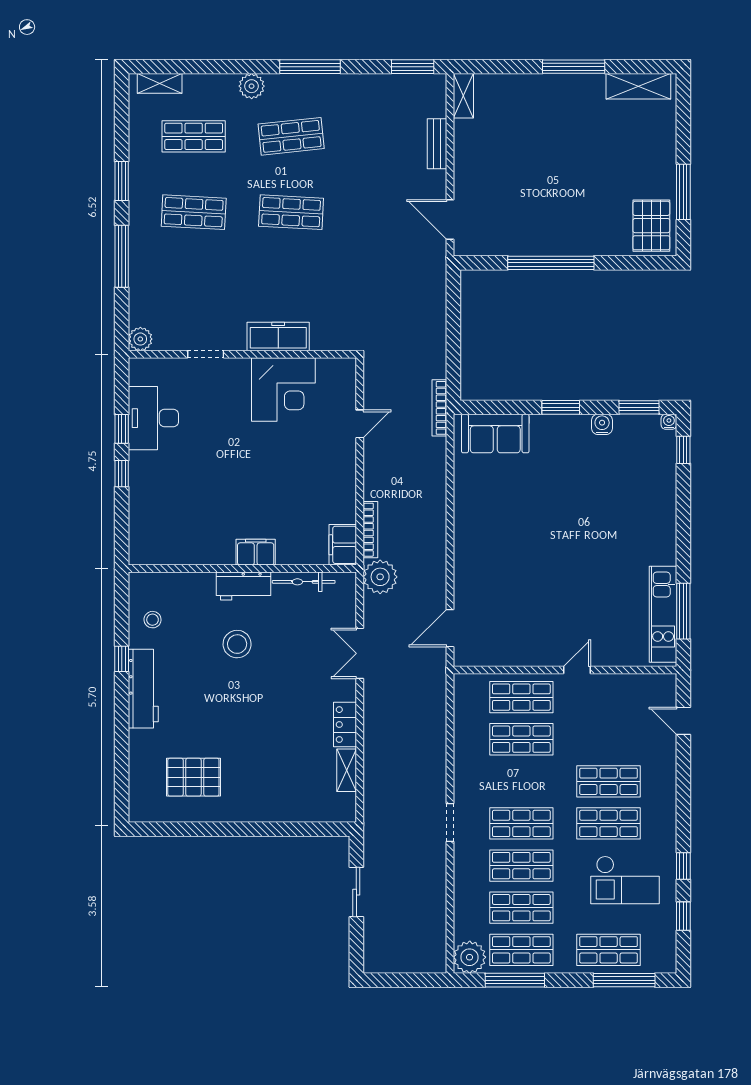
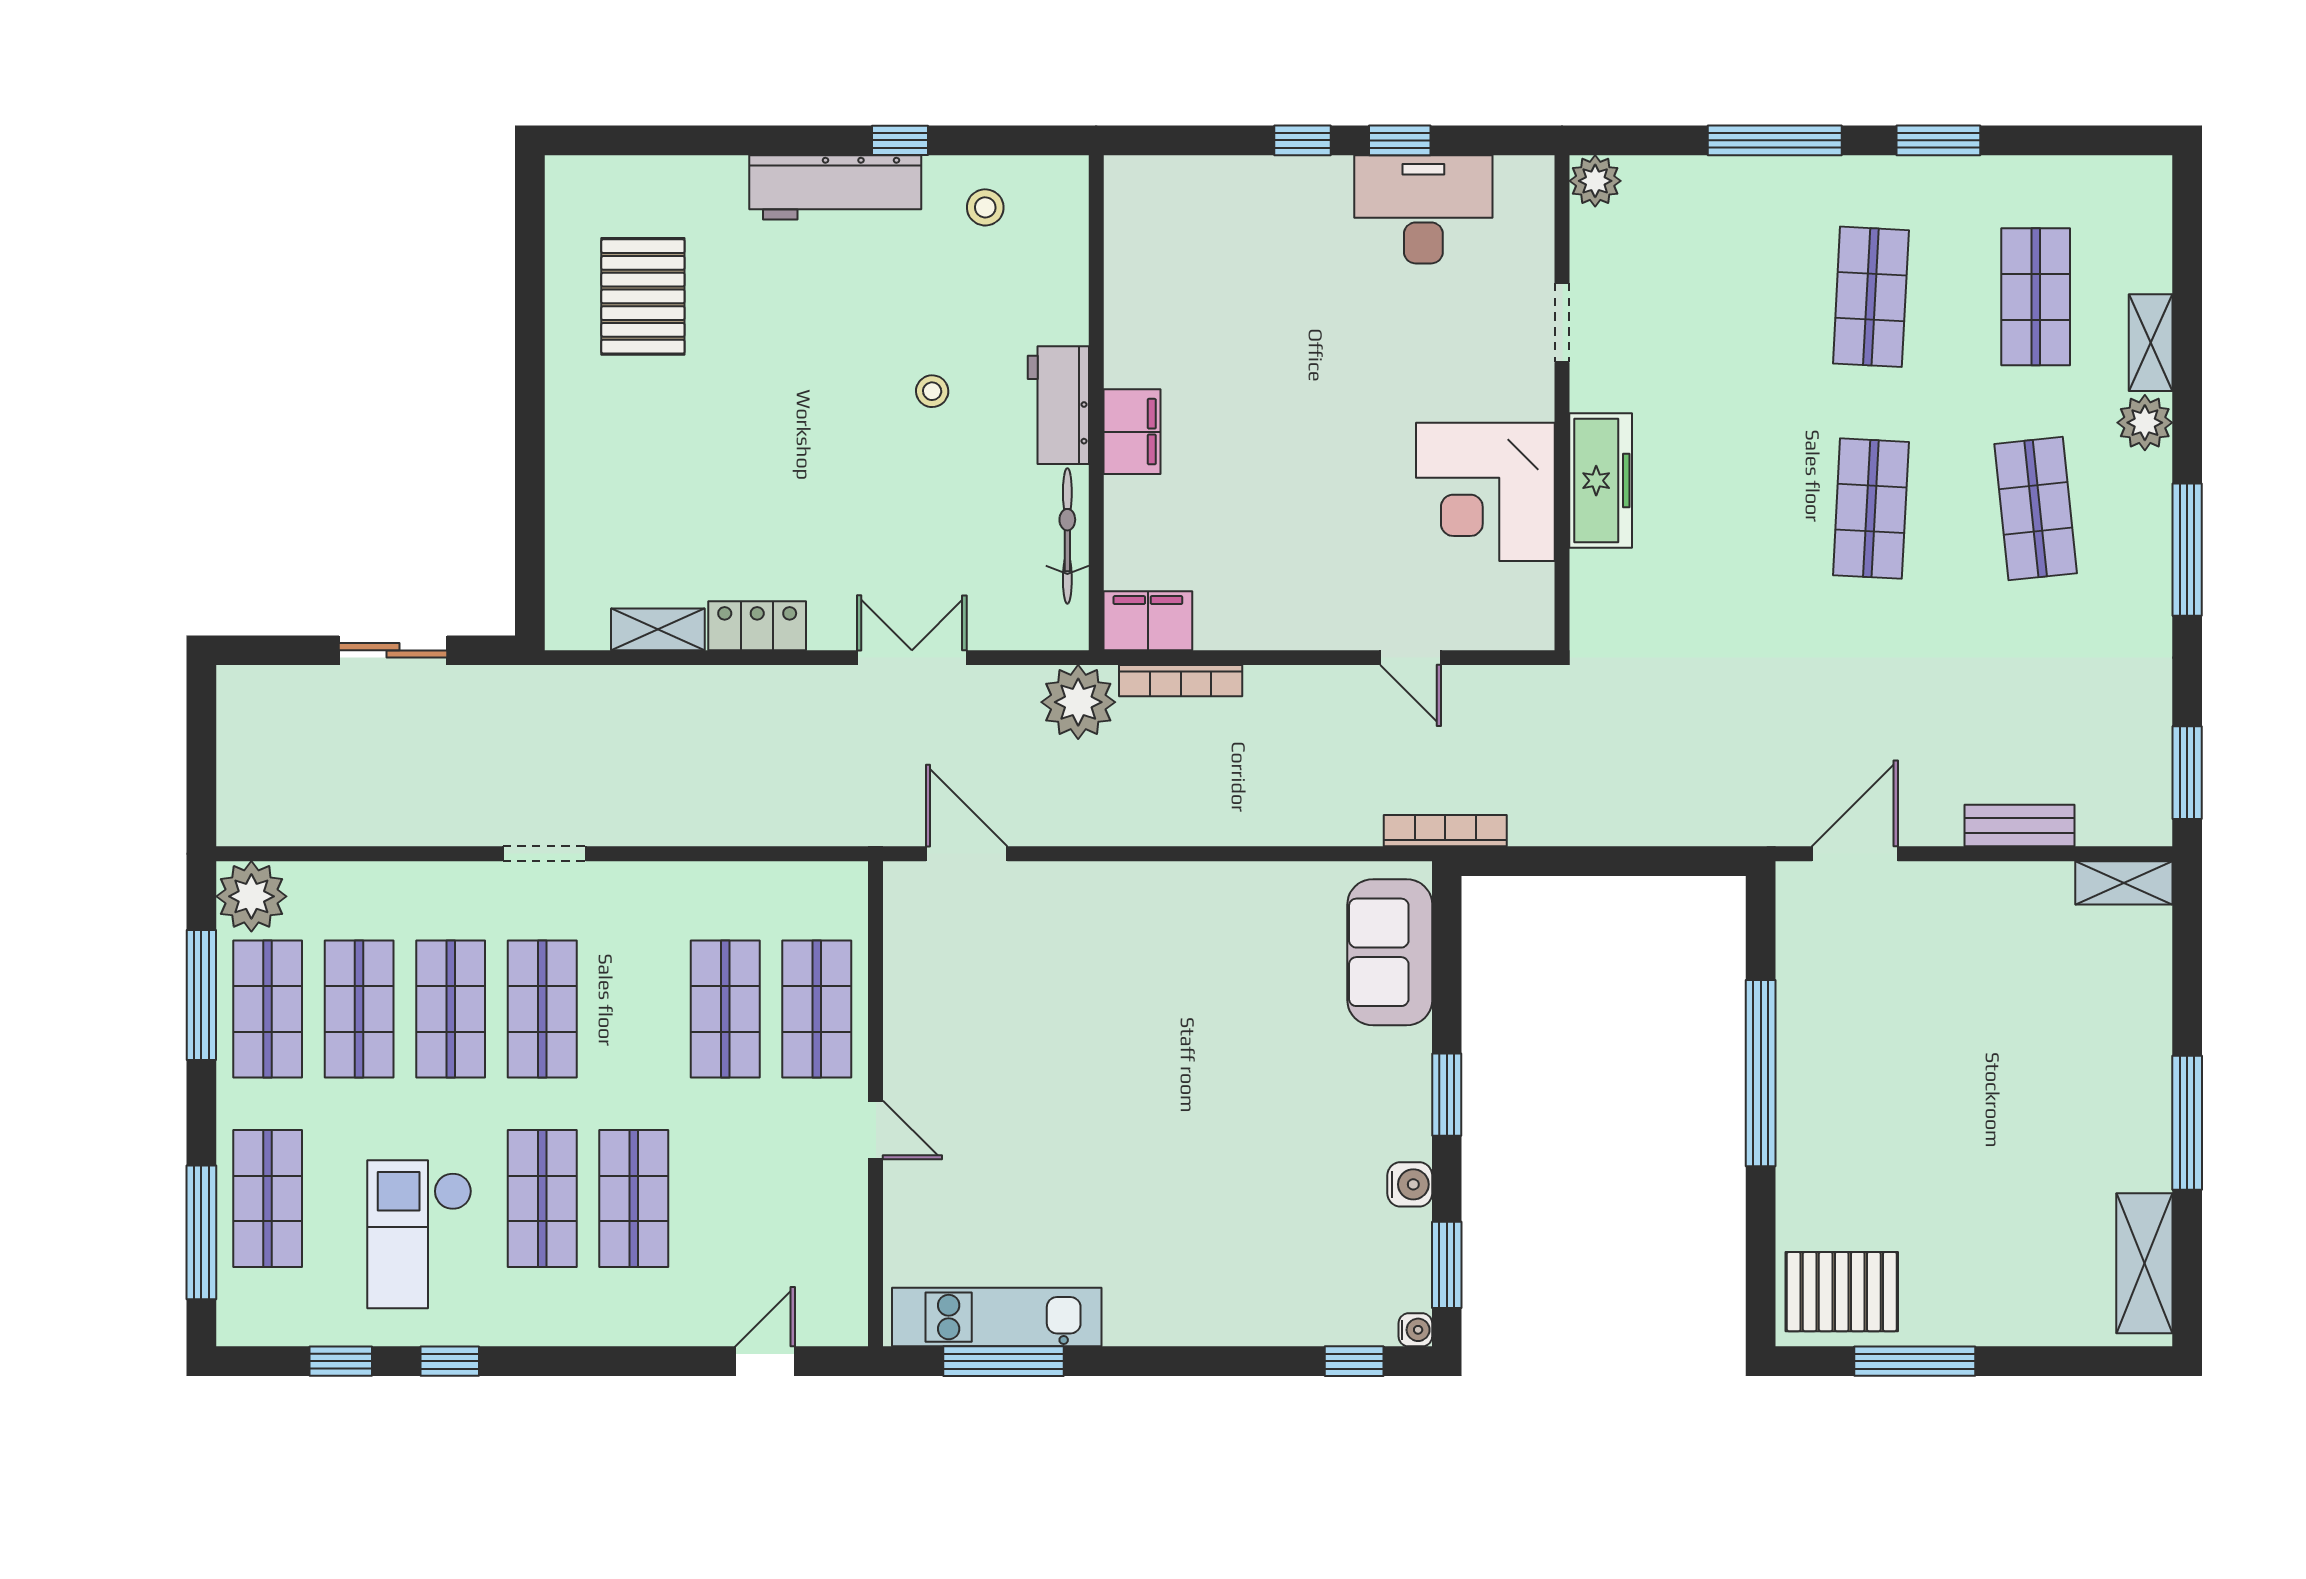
shelving: (160, 83) -> (2151, 343), moved
stool: (237, 644) -> (932, 391), width x0.53, depth x0.53

